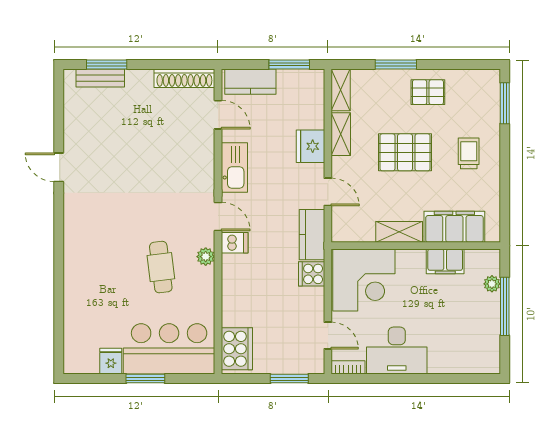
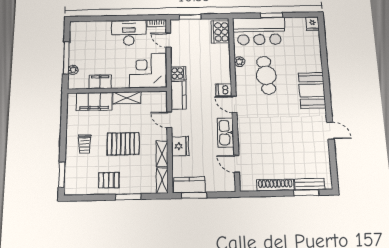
shoe rack: (184, 78) -> (275, 185), moved
kitchen counter: (250, 82) -> (189, 185), moved
booth: (84, 238) -> (312, 90), added
plant: (206, 257) -> (239, 62), moved
cafe table: (161, 267) -> (266, 75), width x1.37, depth x1.35
fridge: (111, 361) -> (313, 24), moved

